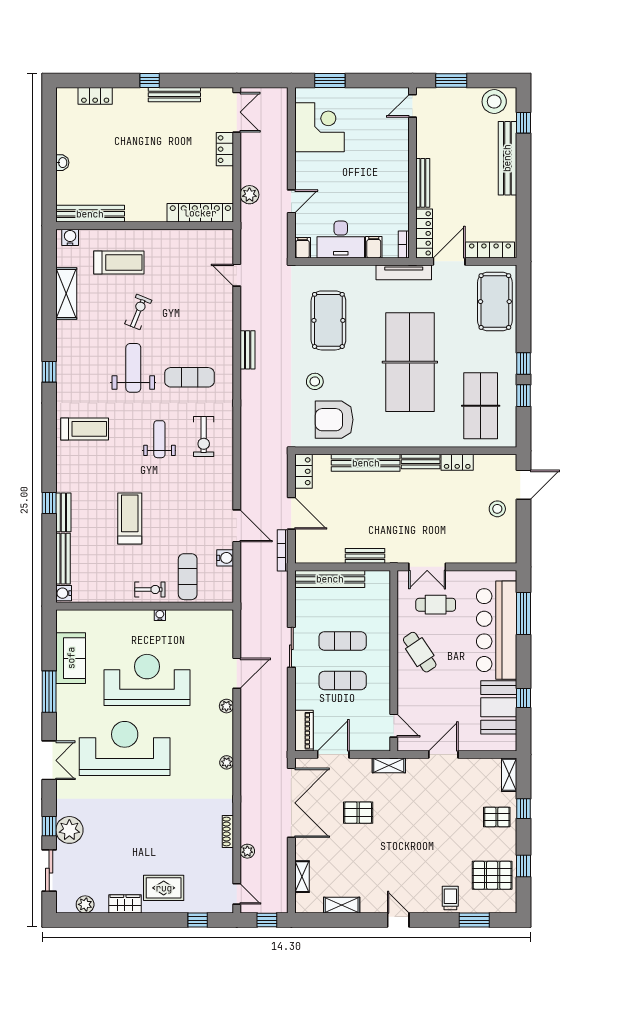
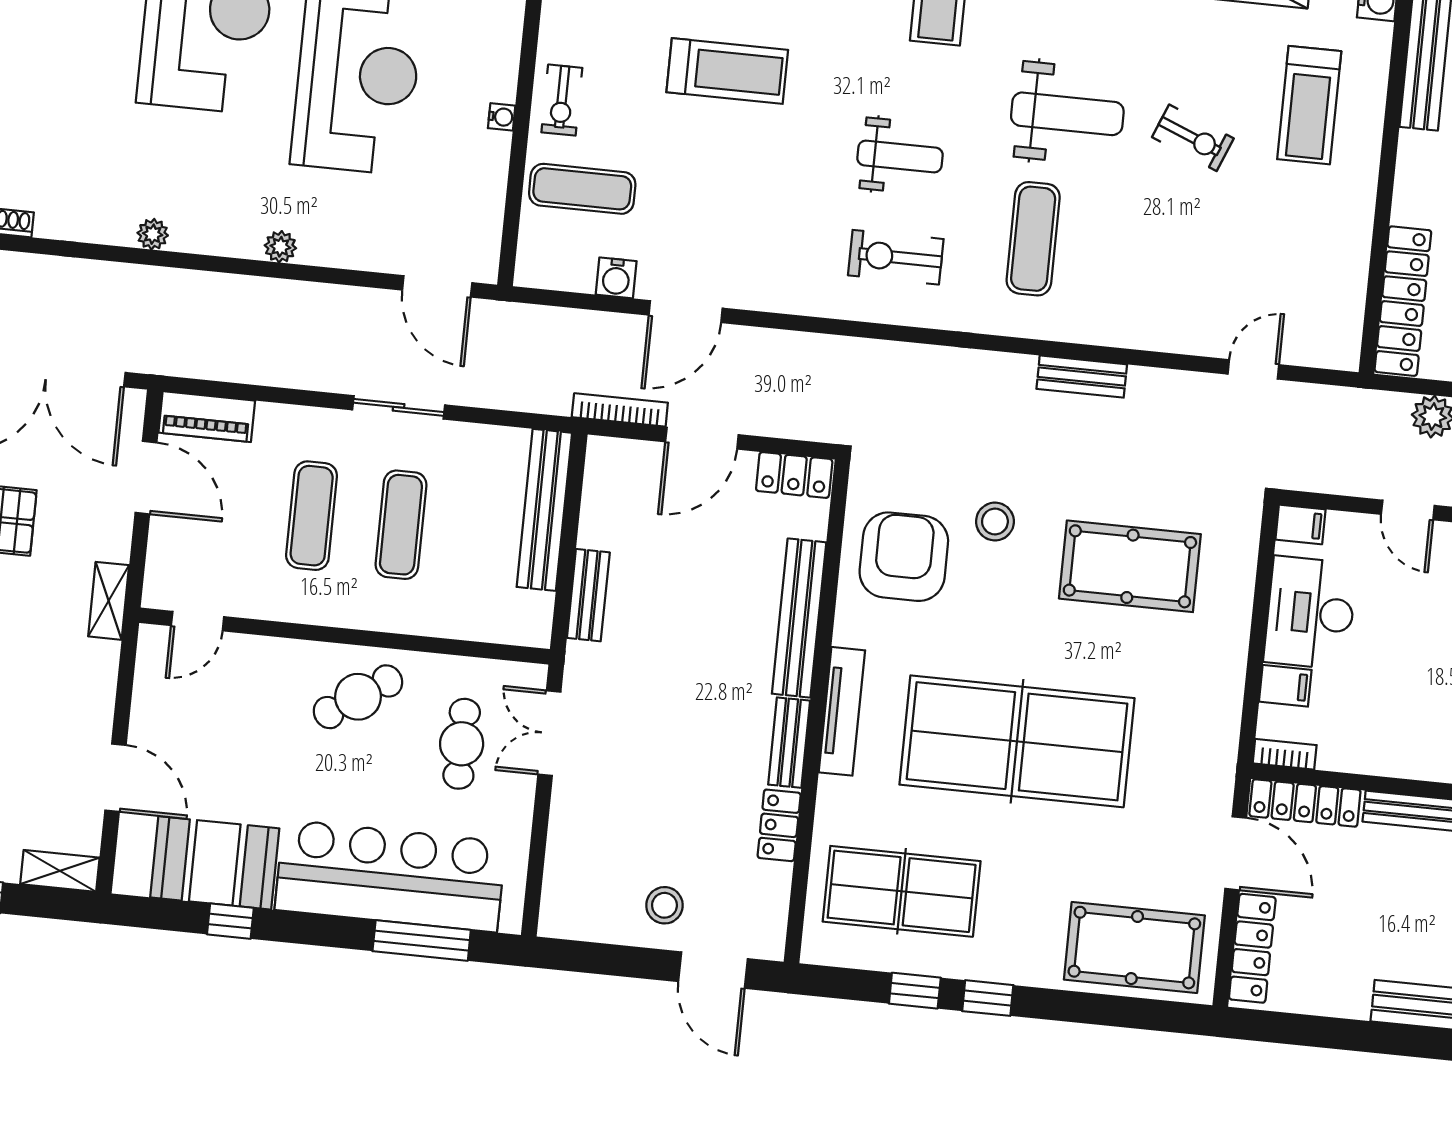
tv unit: (404, 272) -> (842, 711), moved, turned 180
door: (237, 673) -> (437, 286), moved
door: (443, 755) -> (115, 778), moved

